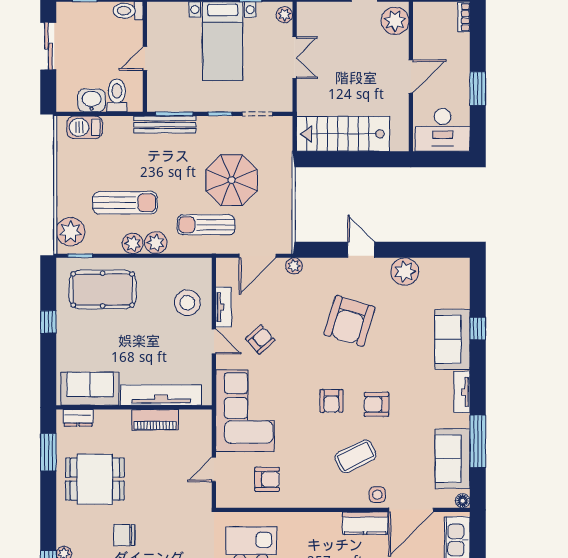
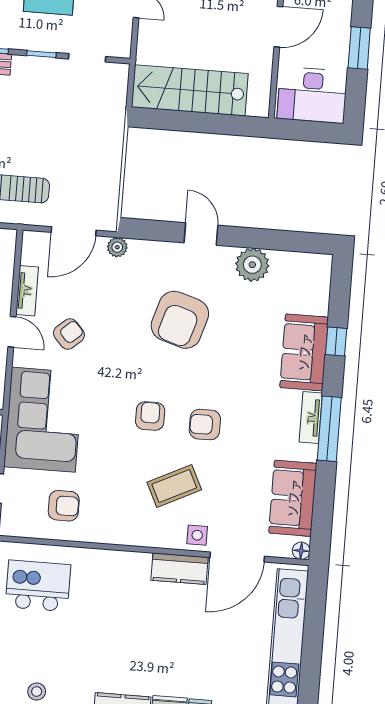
parasol: (232, 180) -> (49, 136), removed
armchair: (331, 401) -> (150, 416), turned 180
window: (478, 441) -> (329, 429), moved

